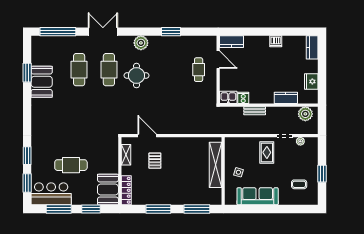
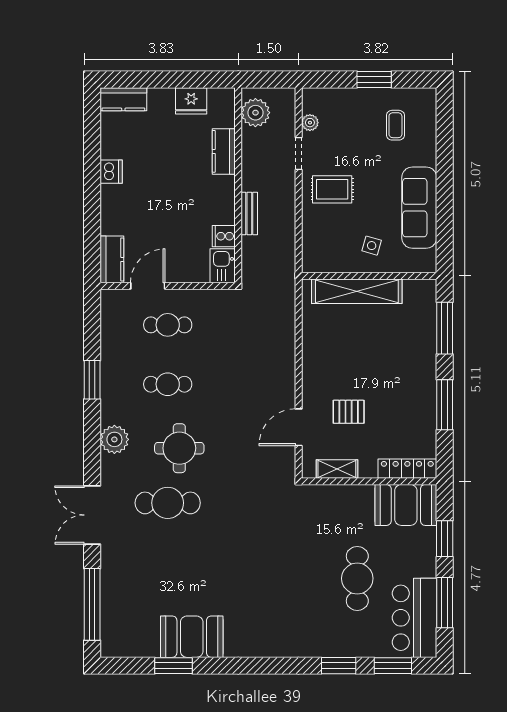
cafe table: (79, 70) -> (168, 384), moved, width x0.73, depth x0.74

